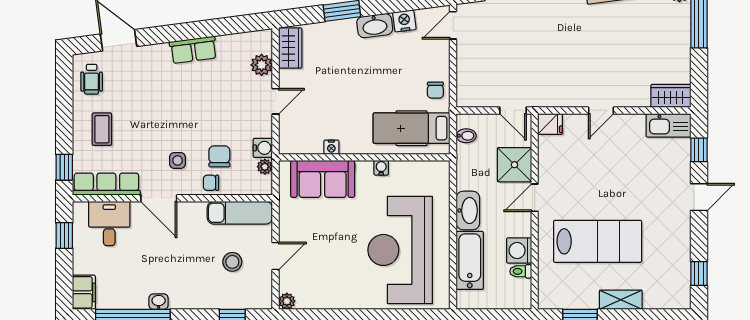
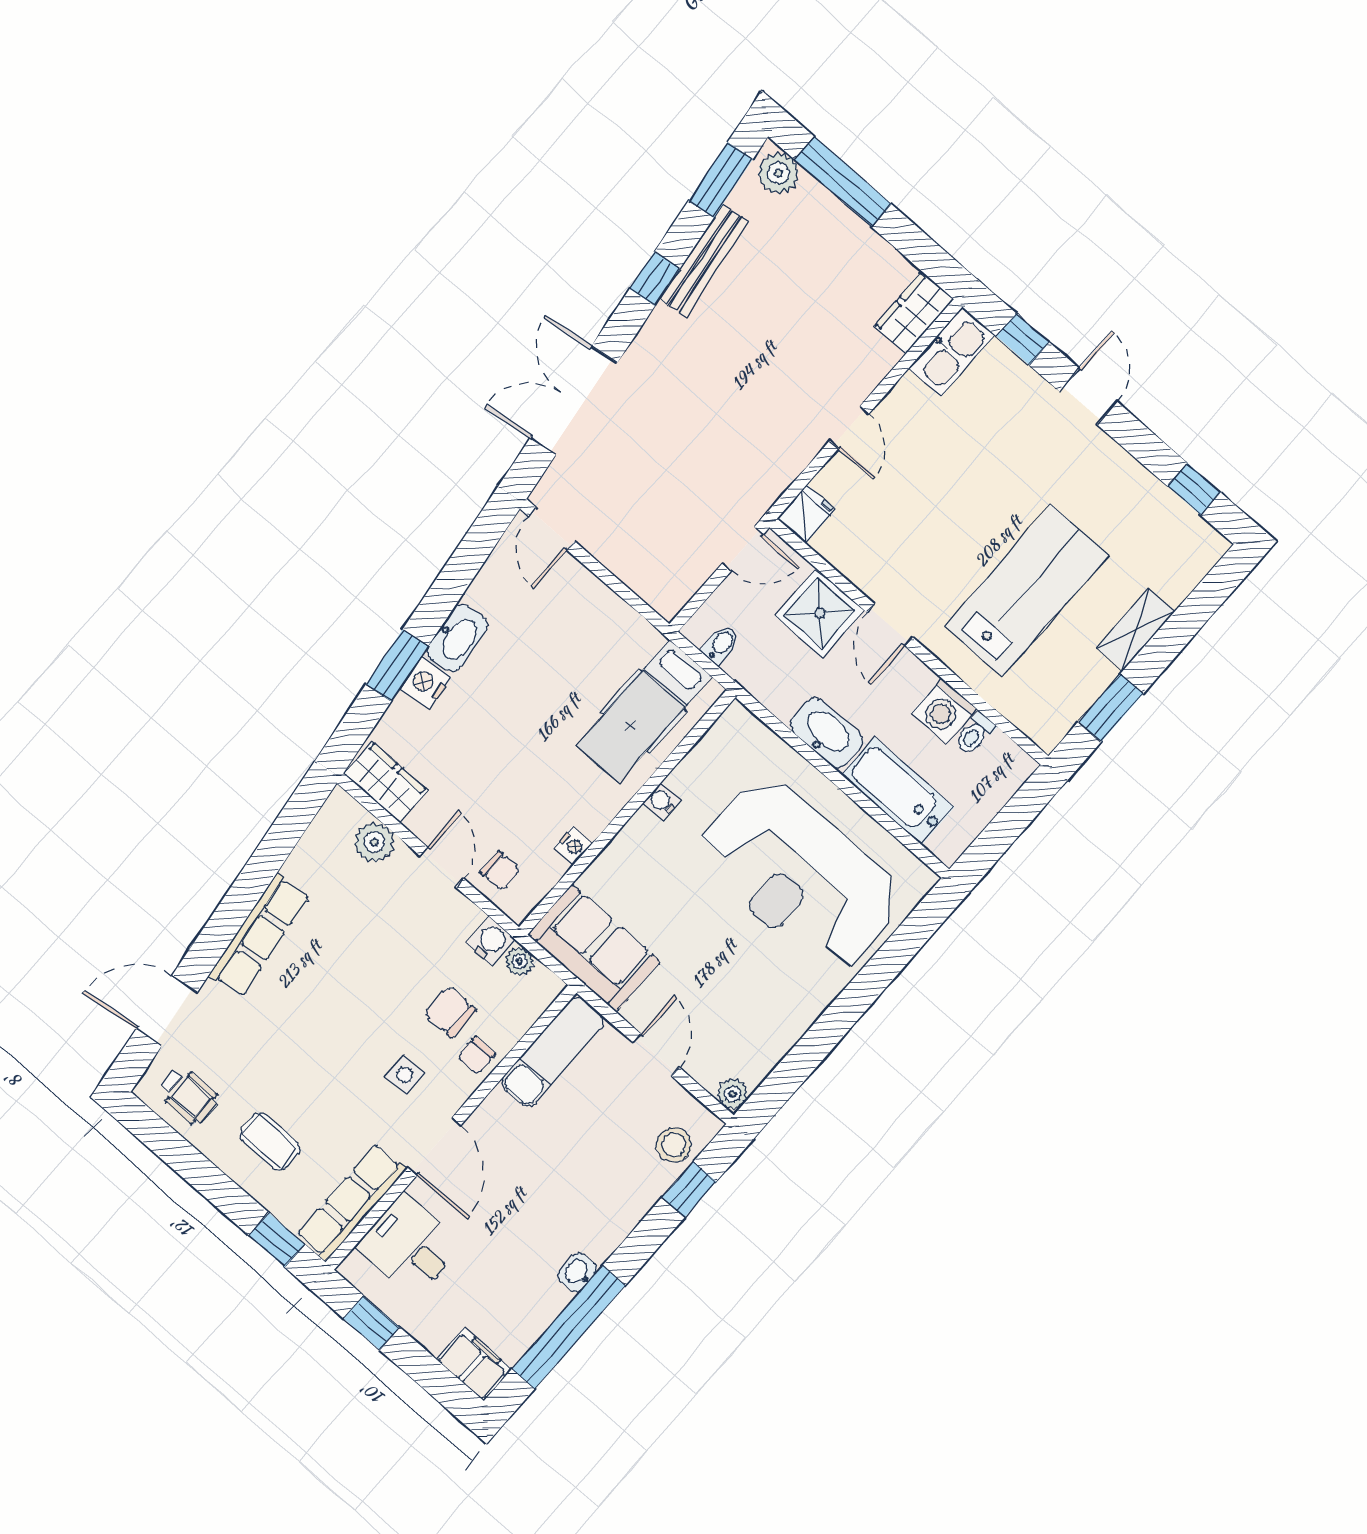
nightstand: (404, 21) -> (425, 683), moved
row of seats: (193, 50) -> (259, 935), width x1.48
chair: (435, 90) -> (500, 871), moved
sofa: (323, 179) -> (594, 948), moved, turned -90
door: (159, 198) -> (434, 1146), hinge flipped
stool: (232, 262) -> (674, 1145), moved

